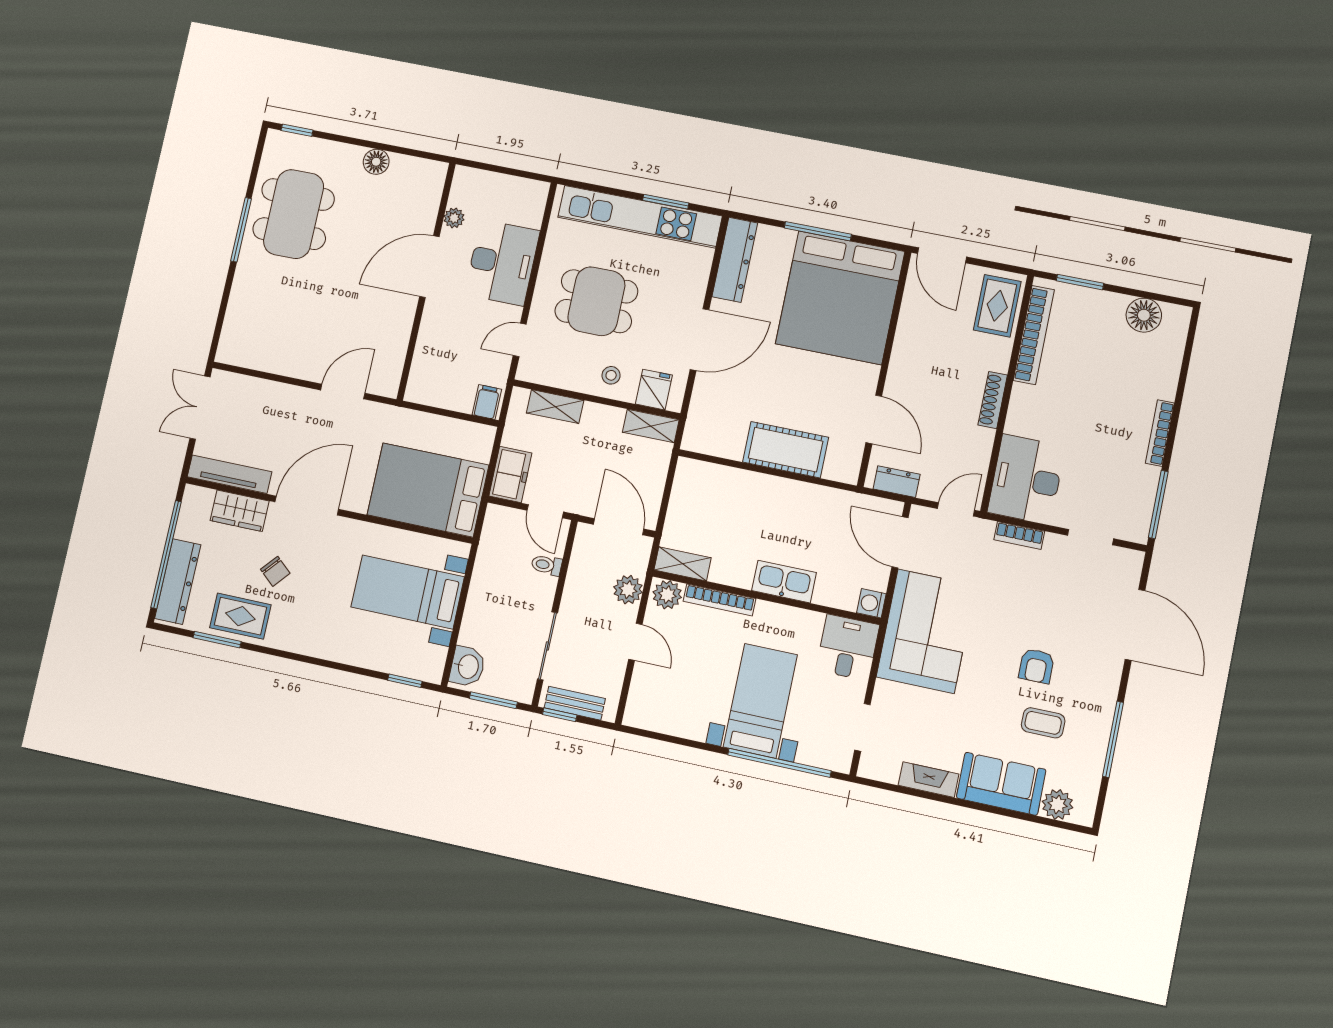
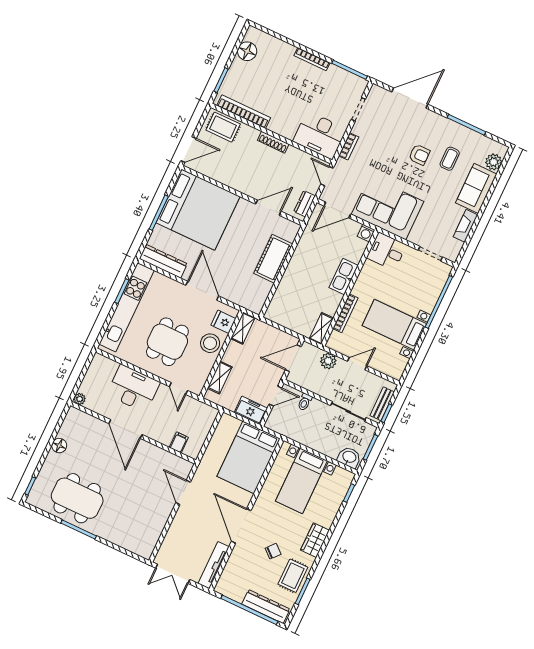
plant: (454, 218) -> (80, 399), moved
stool: (611, 375) -> (210, 343), width x1.89, depth x1.89
filing cabinet: (487, 402) -> (179, 442), moved, turned 90
wardrobe: (240, 511) -> (315, 540), moved, turned 180
plant: (667, 595) -> (336, 341), removed
bed with nightstands: (760, 701) -> (394, 325), moved

